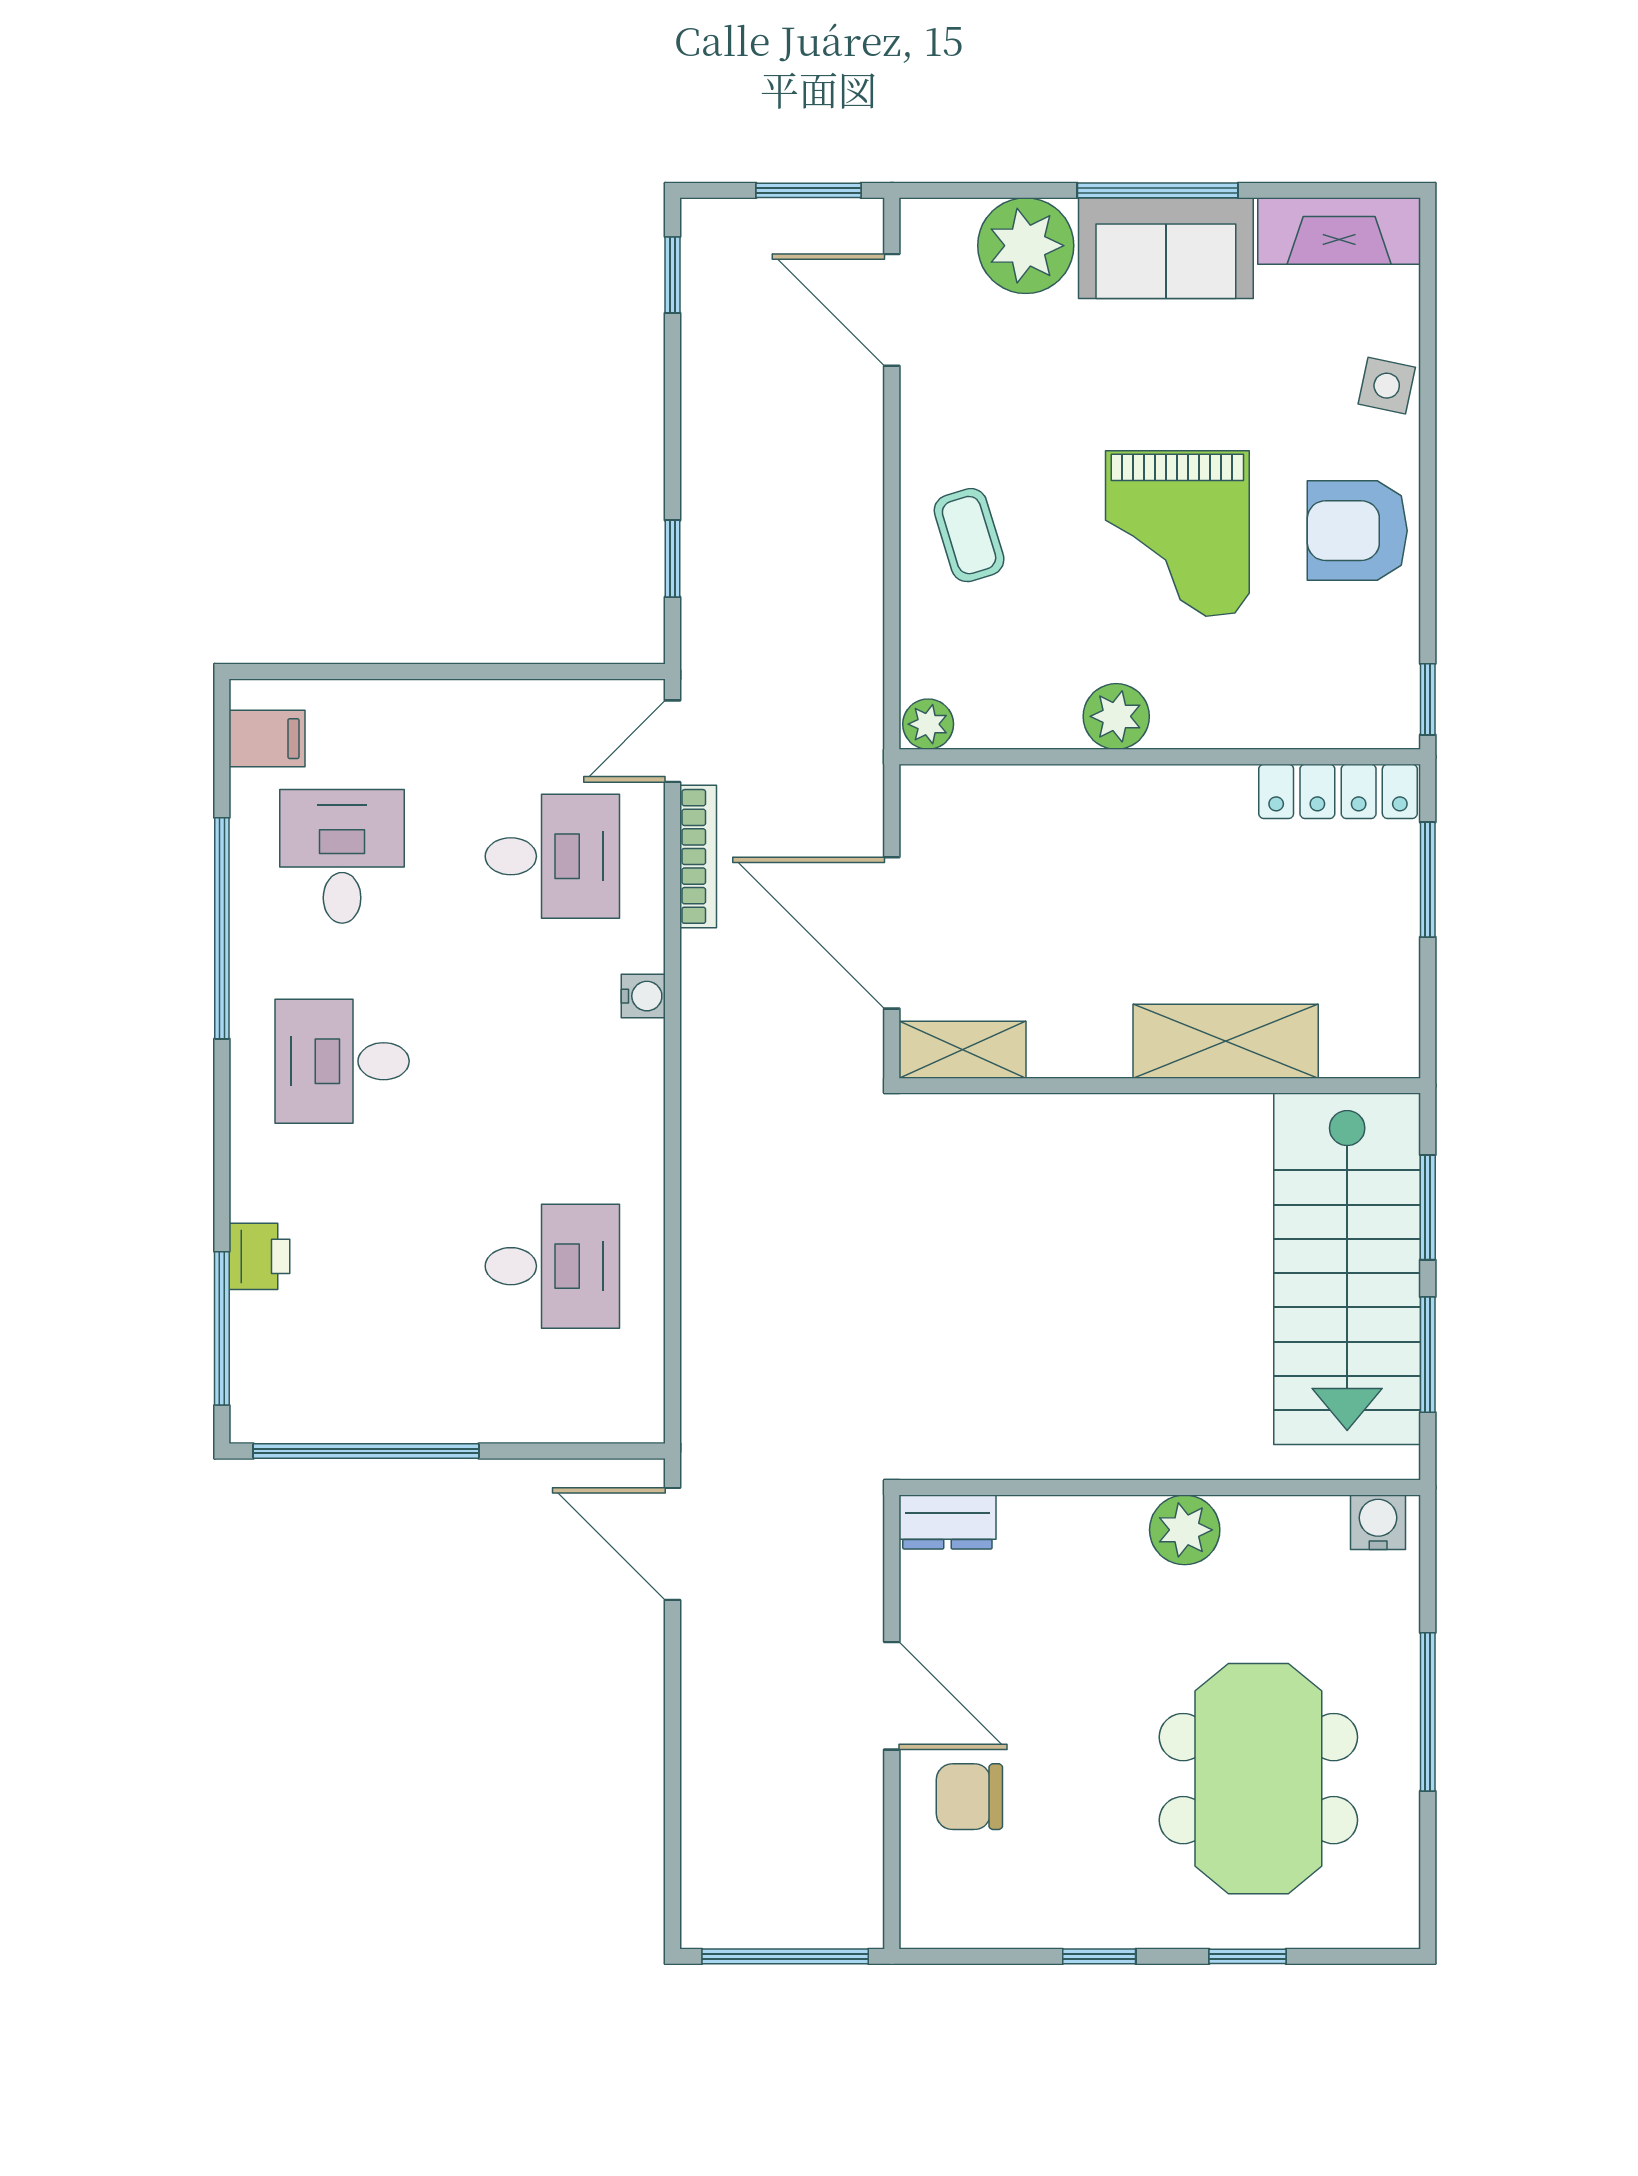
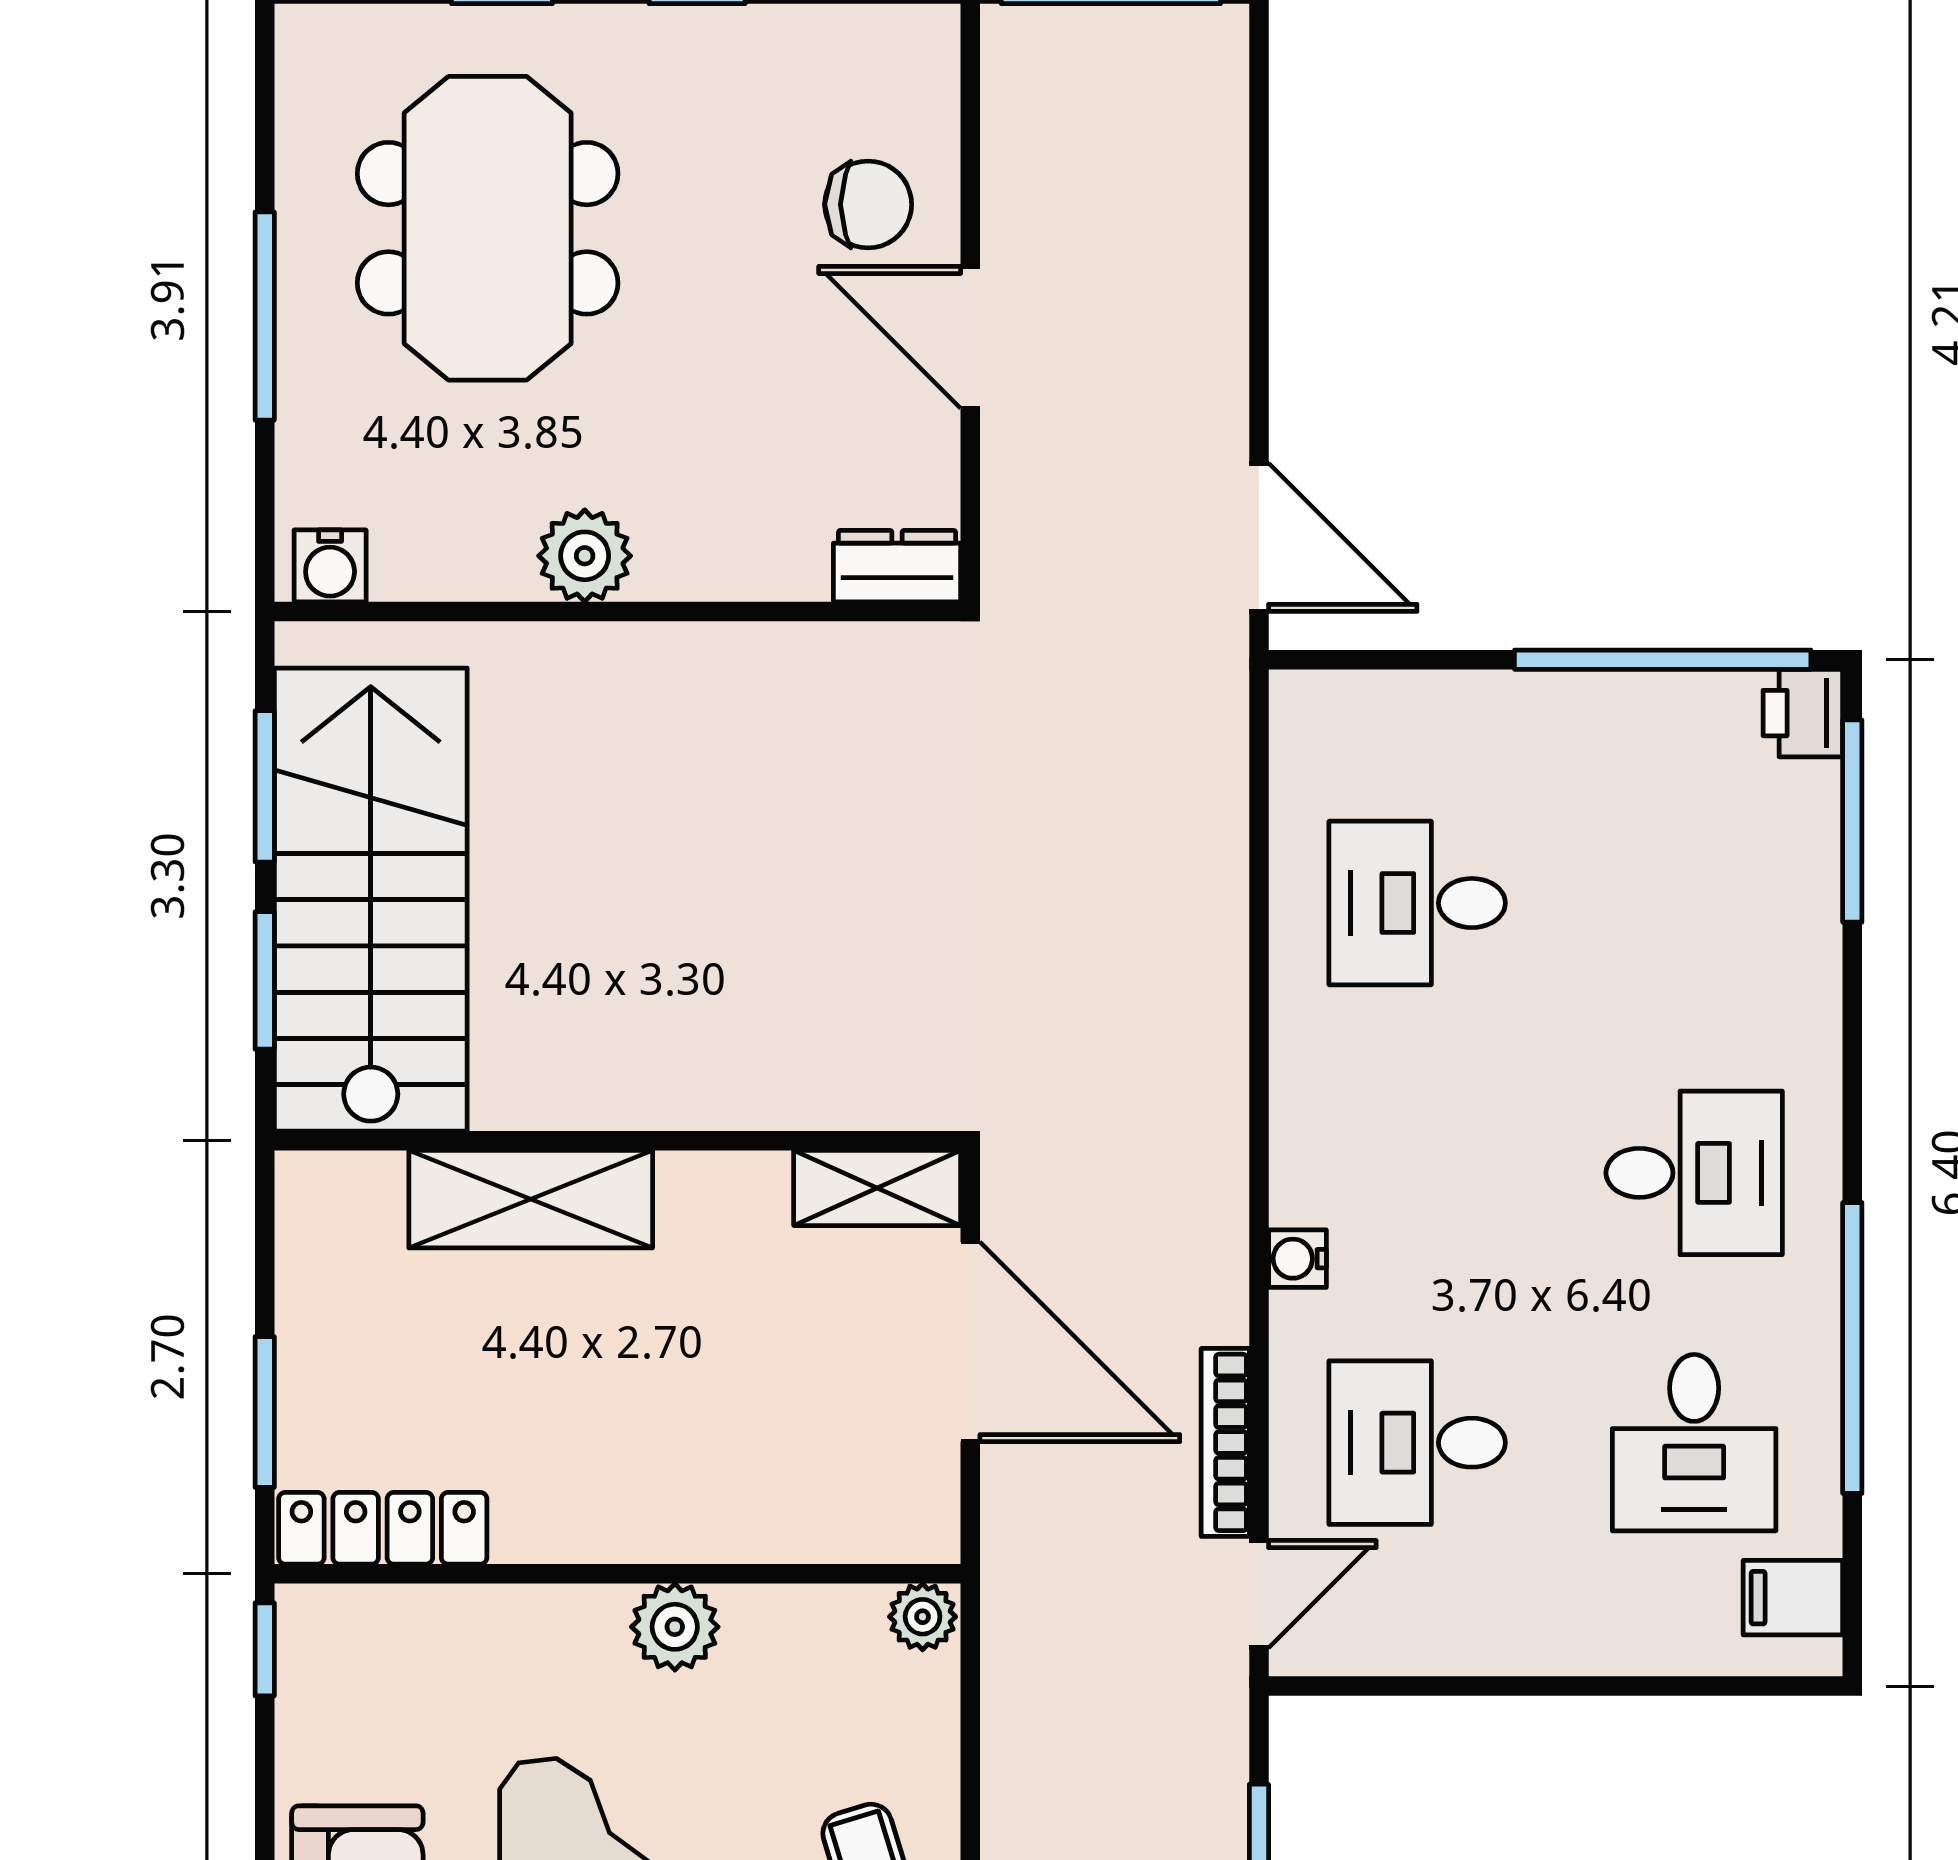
printer: (259, 1256) -> (1803, 713), moved

